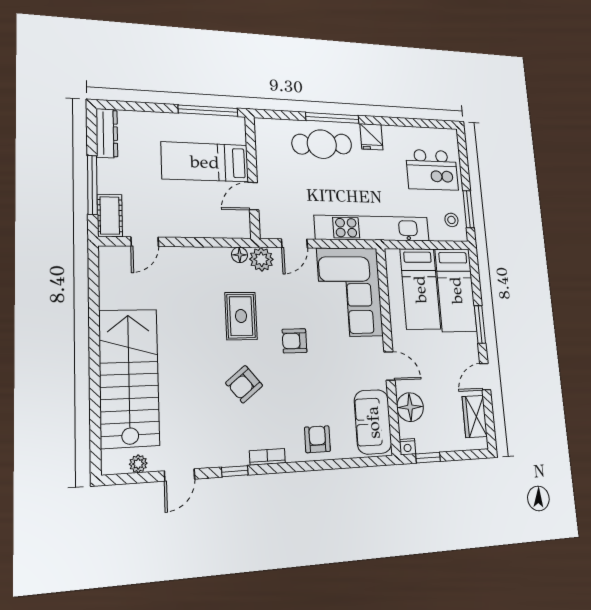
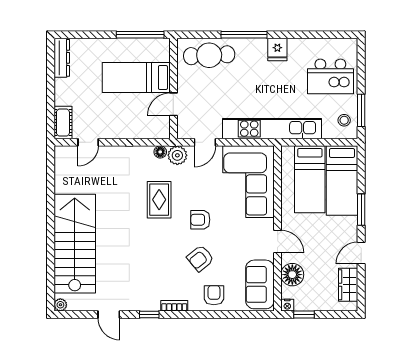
cafe table: (322, 144) -> (209, 55), moved
window: (92, 185) -> (51, 99), removed
armchair: (244, 384) -> (200, 258), moved
plant: (138, 464) -> (60, 305), moved
door: (179, 475) -> (109, 315), hinge flipped

